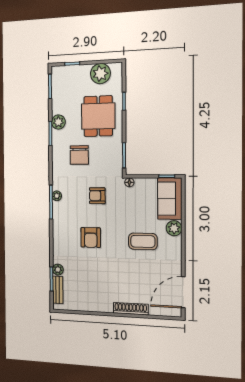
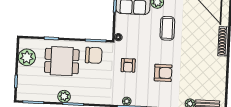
chair: (79, 155) -> (94, 55), moved

